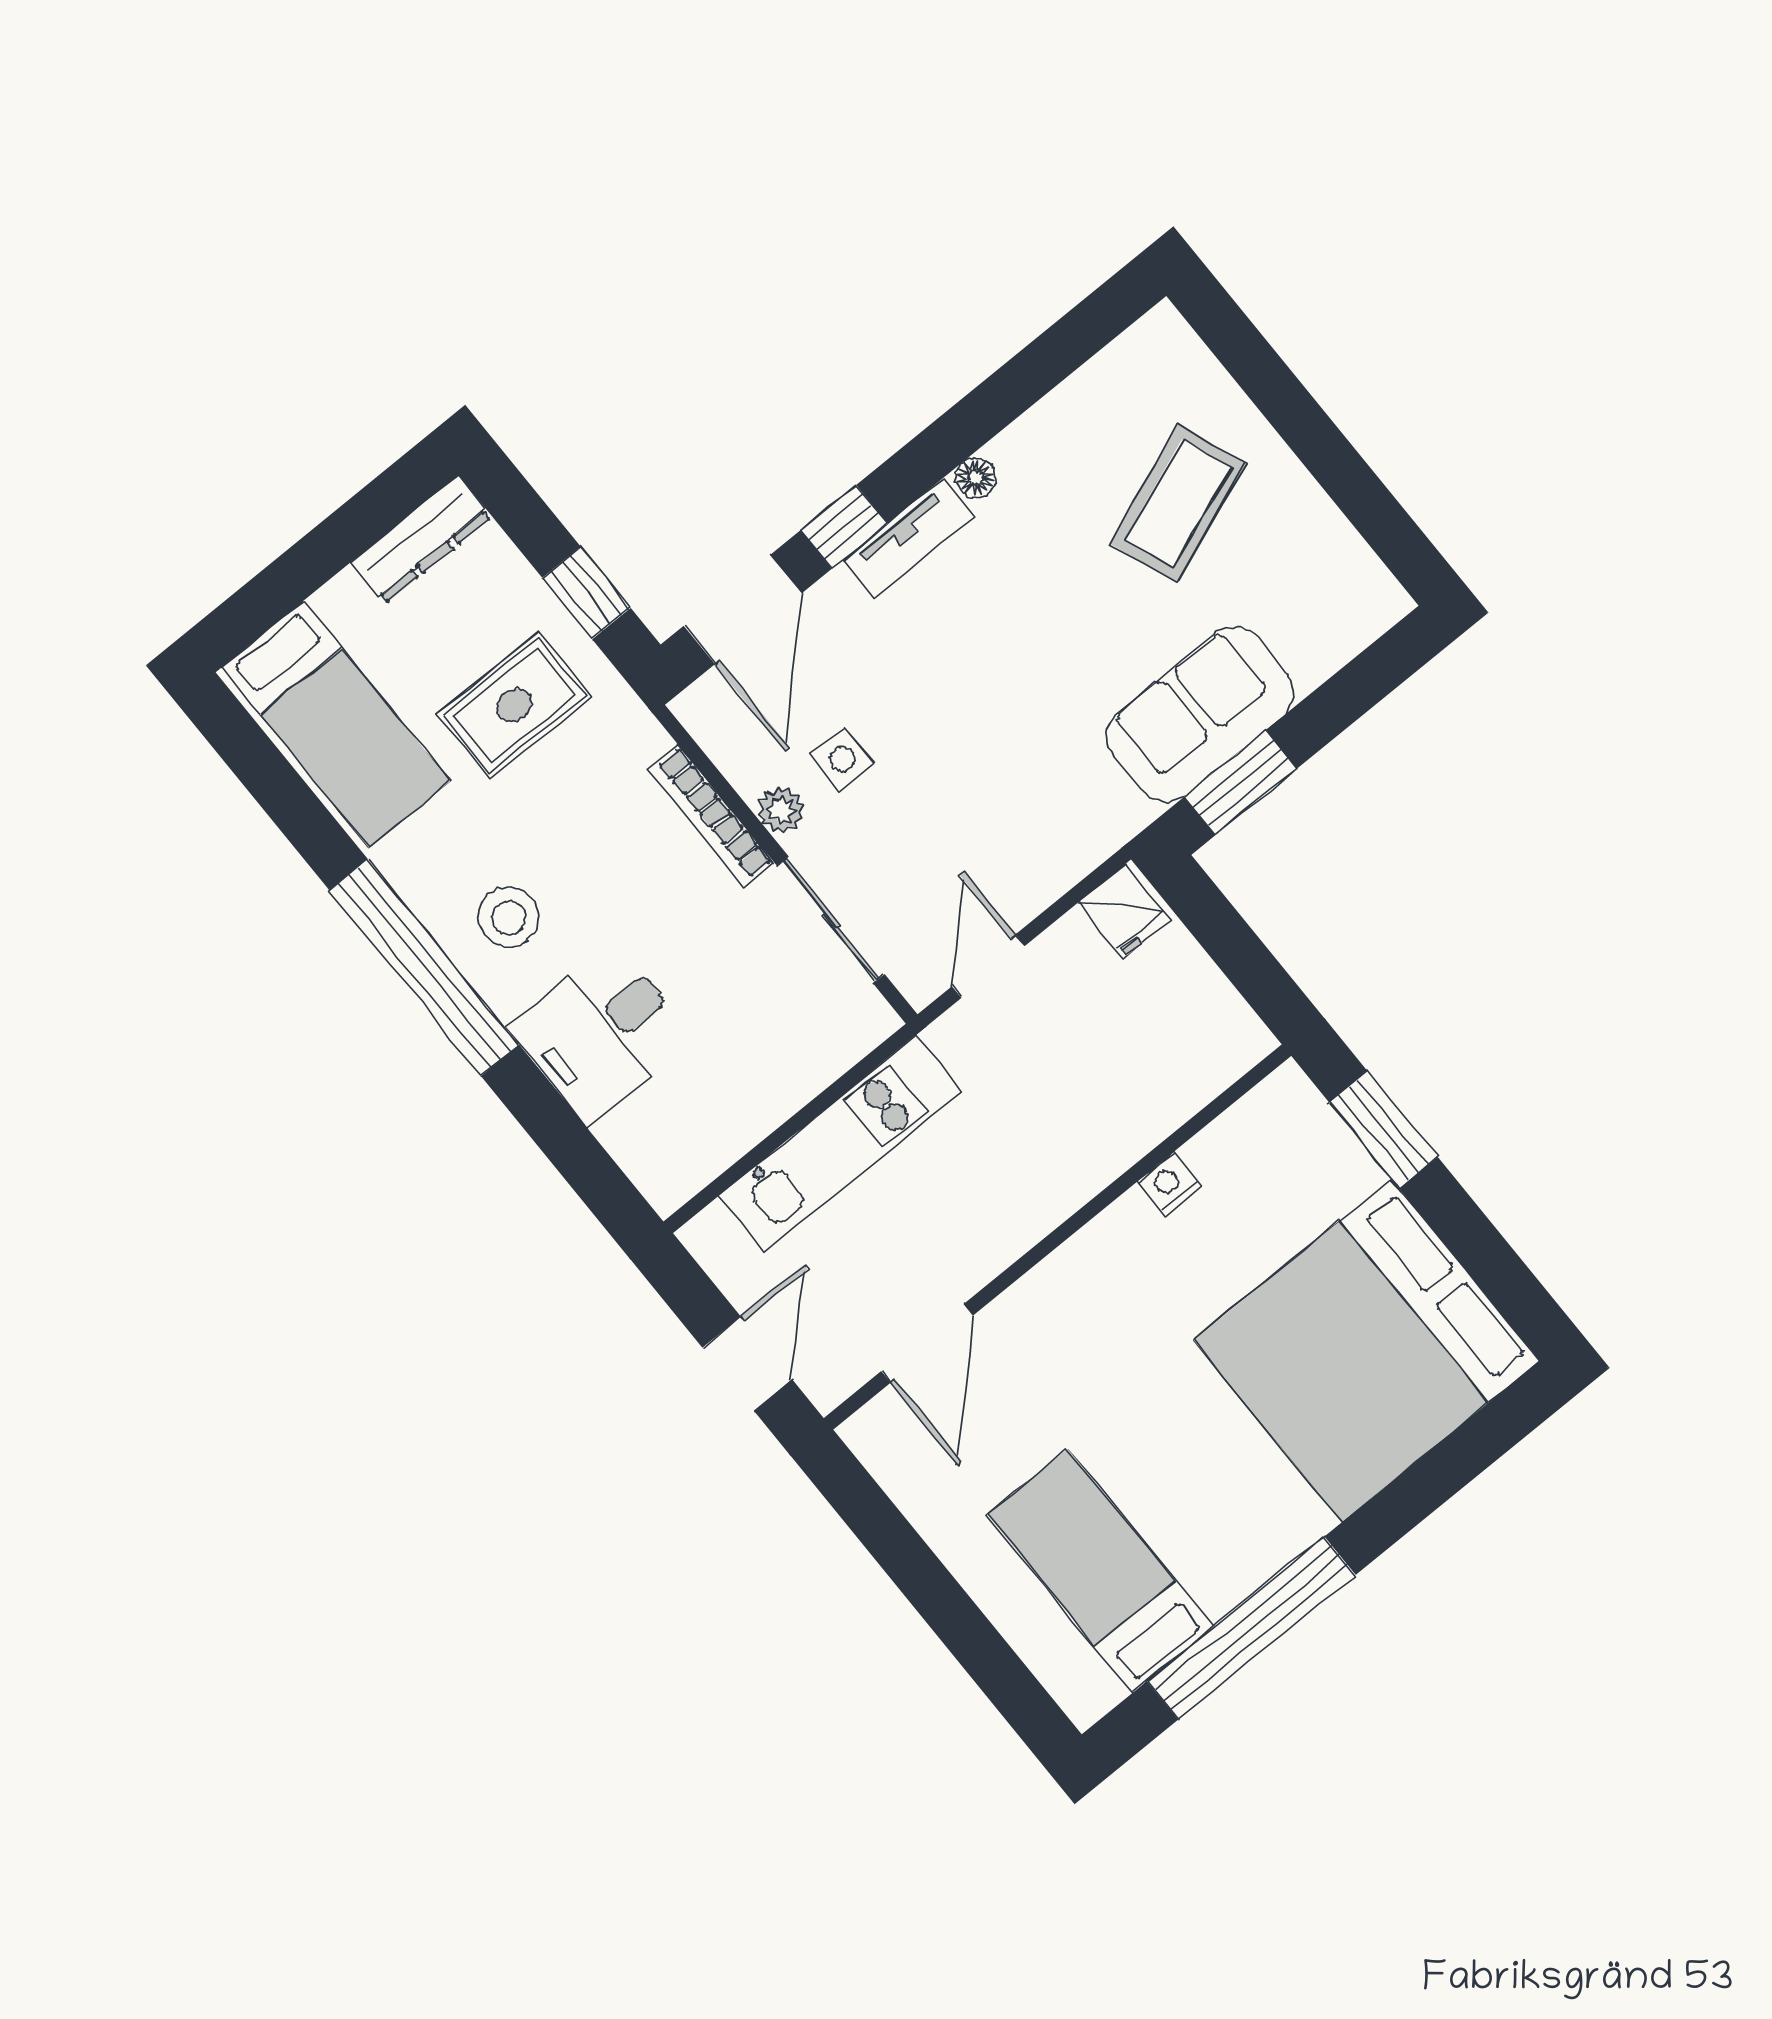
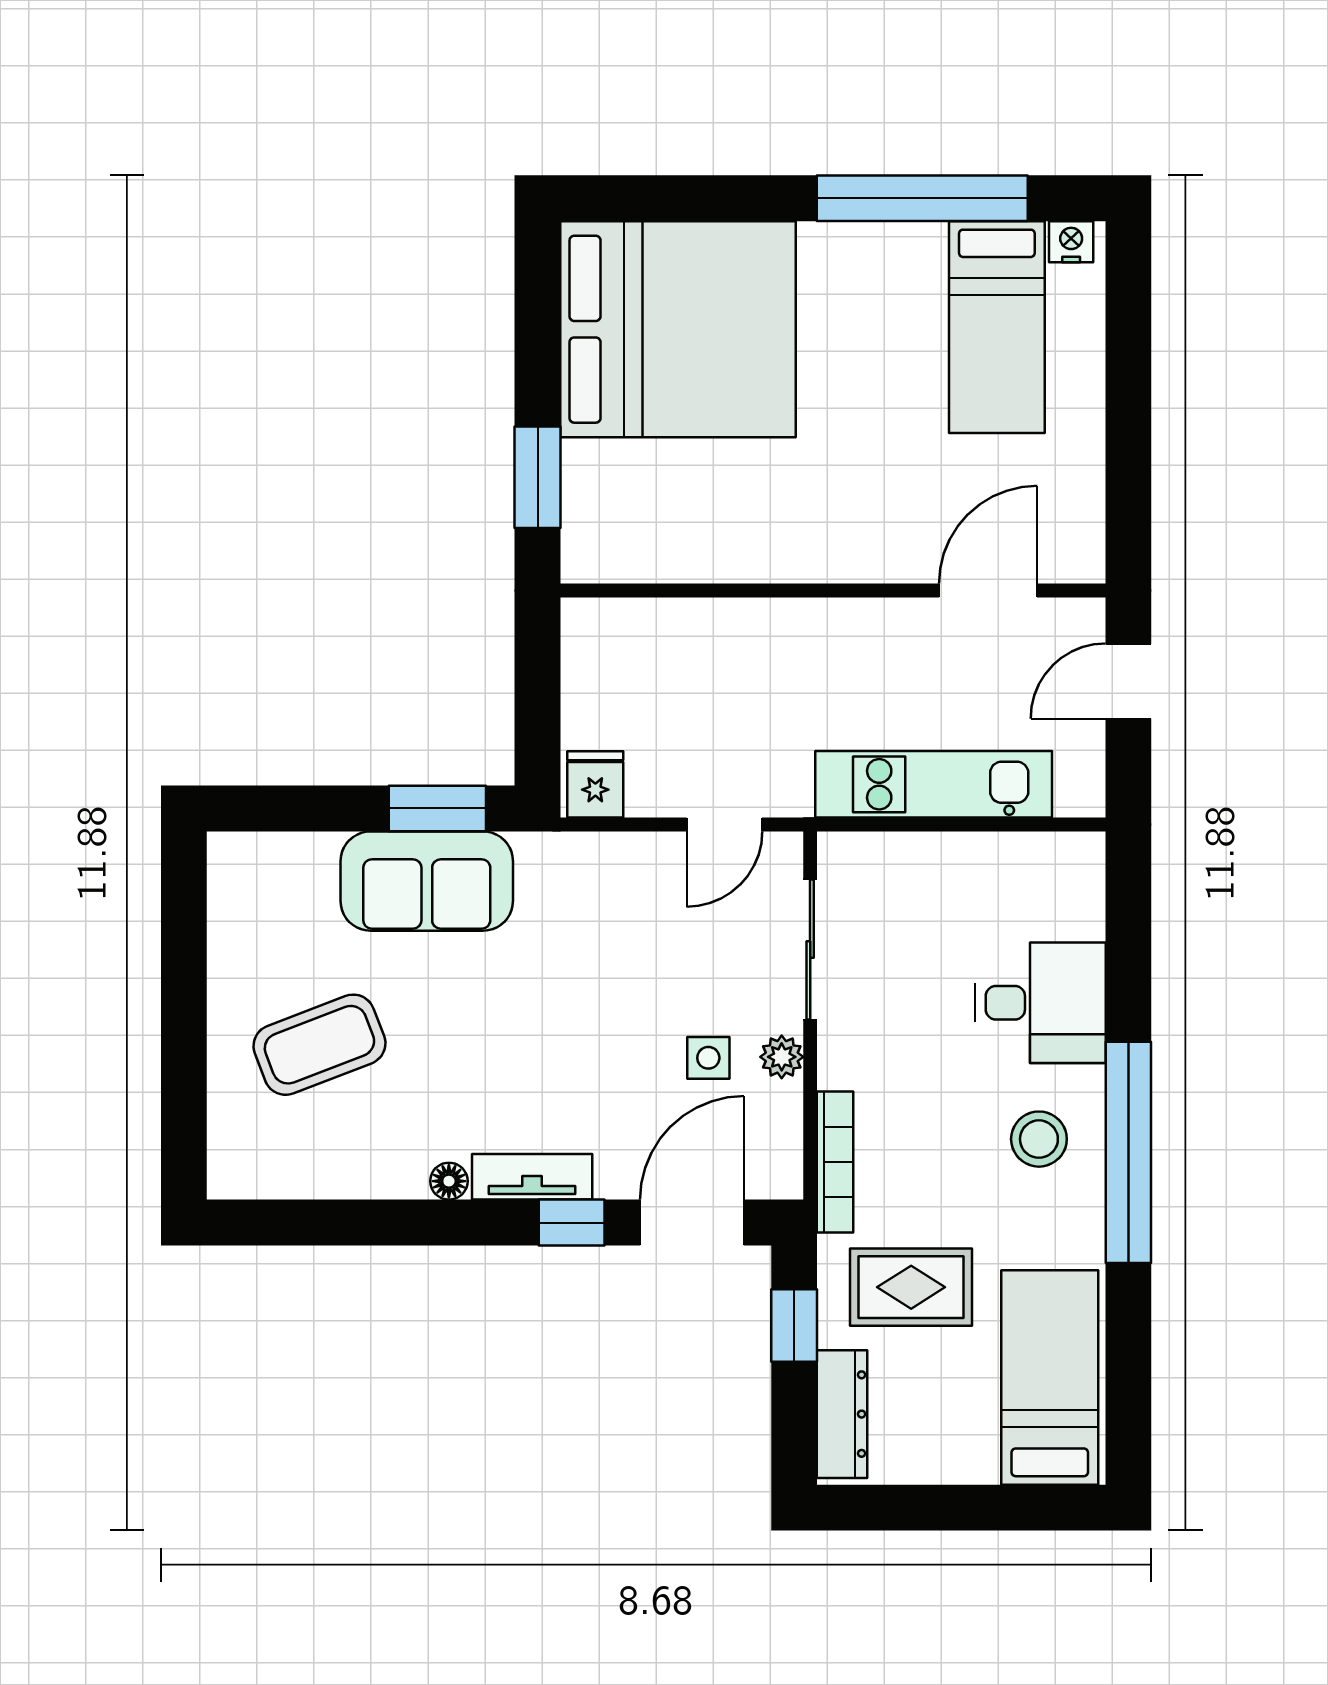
dresser: (421, 539) -> (842, 1414), moved, turned 90
bookcase: (711, 816) -> (835, 1162), moved
nightstand: (1169, 1185) -> (1071, 242), moved, turned 180

